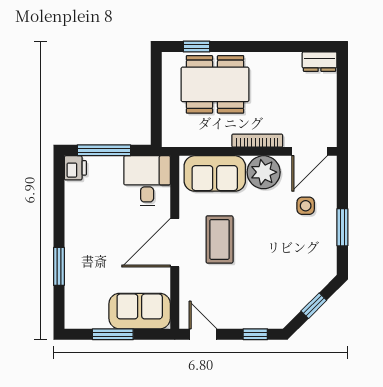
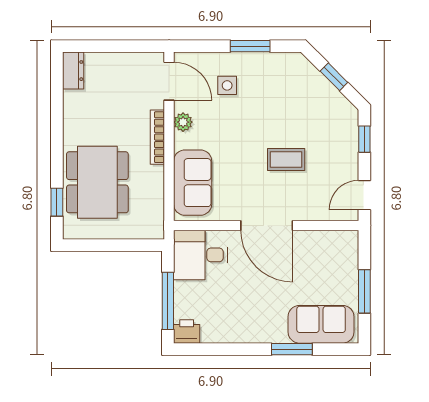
plant: (264, 172) -> (183, 122), width x0.53, depth x0.53
coffee table: (220, 239) -> (286, 159), moved, width x0.73, depth x0.77
sofa: (140, 311) -> (321, 324), moved, turned 90

